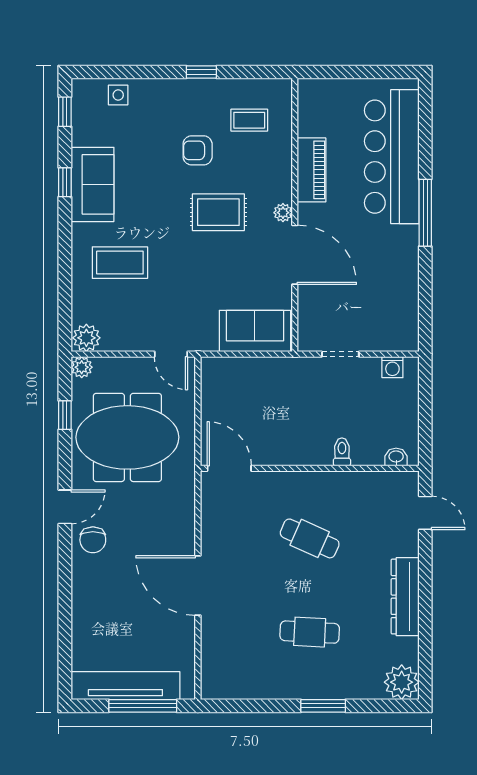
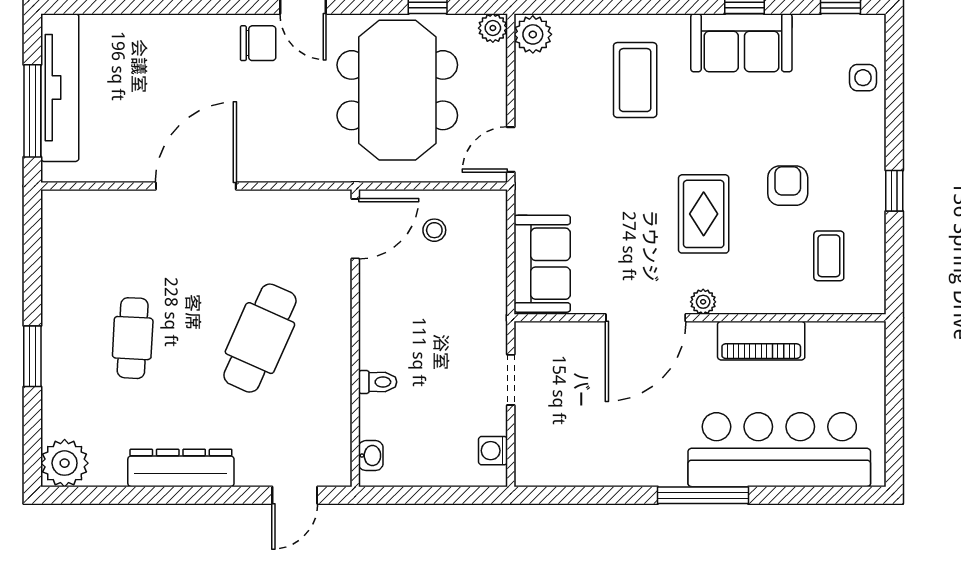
stool: (230, 410) -> (434, 230), added
cafe table: (310, 538) -> (260, 338), width x1.37, depth x1.35
chair: (93, 540) -> (258, 43), turned 180

